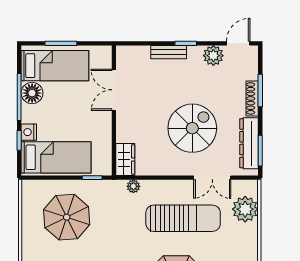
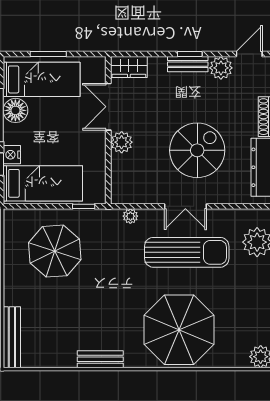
bench: (169, 52) -> (188, 64), moved
plant: (126, 121) -> (122, 142), added
wardrobe: (125, 160) -> (129, 67), moved, turned 90
double door: (212, 178) -> (185, 206), moved

